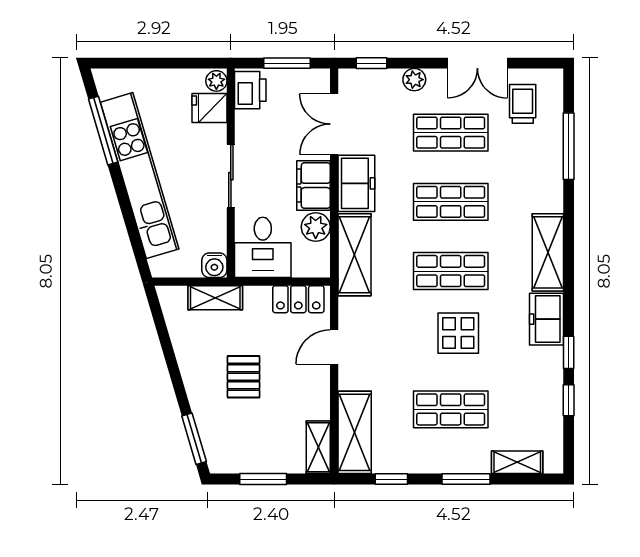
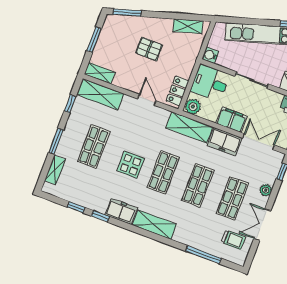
plant: (316, 227) -> (193, 107), moved
shelving: (215, 298) -> (188, 26), moved, turned 74

